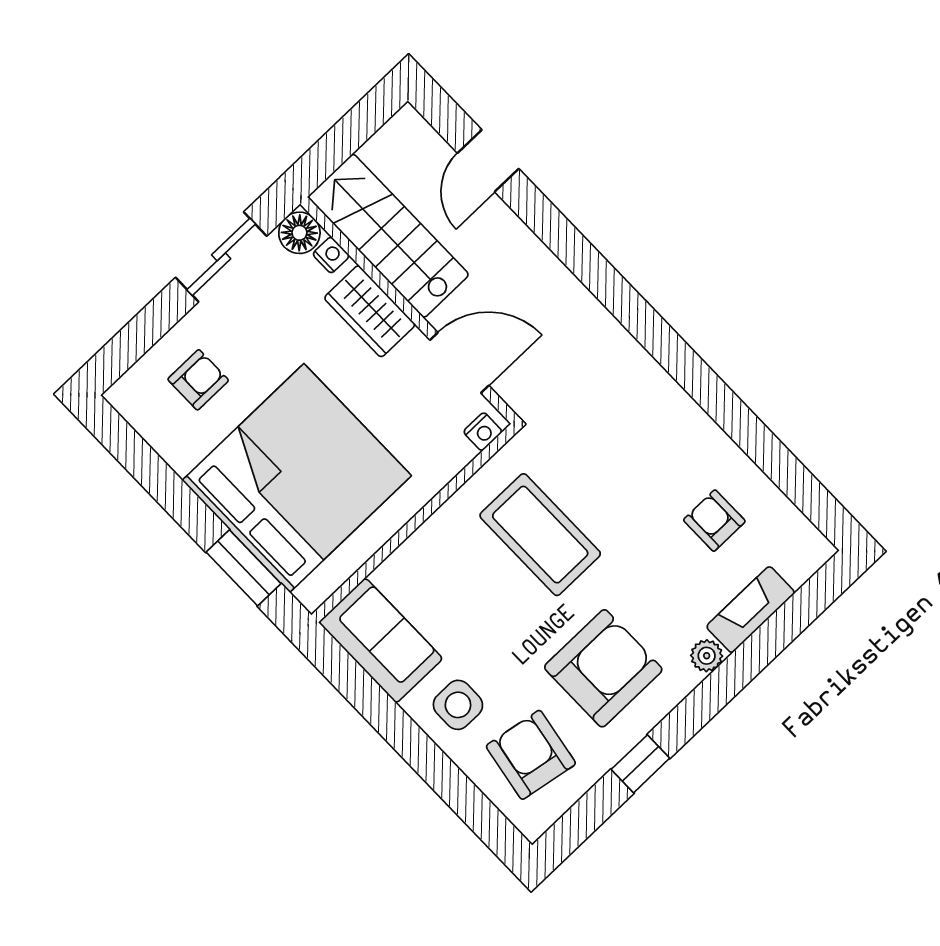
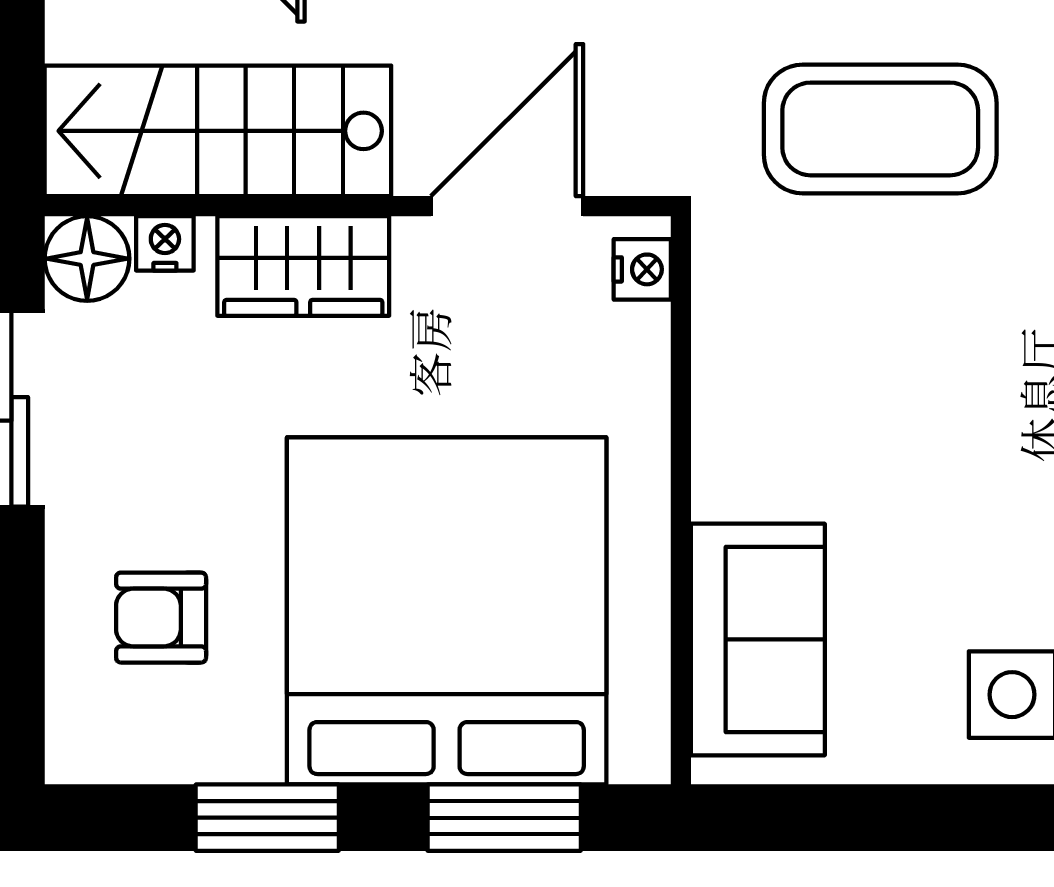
armchair: (198, 380) -> (161, 618), turned -90
window: (164, 485) -> (267, 818), added
coffee table: (540, 535) -> (880, 129), moved
sofa: (381, 640) -> (758, 639), moved, turned 90

